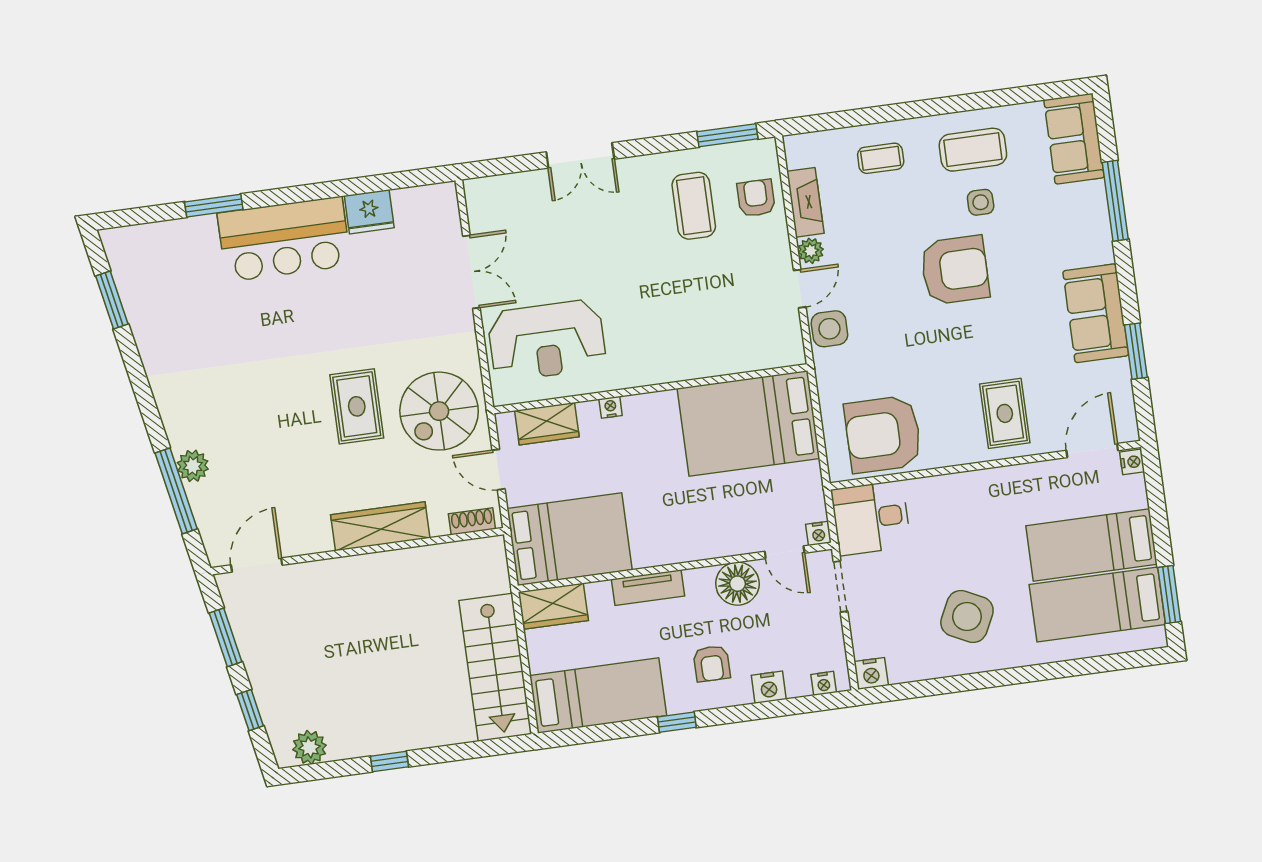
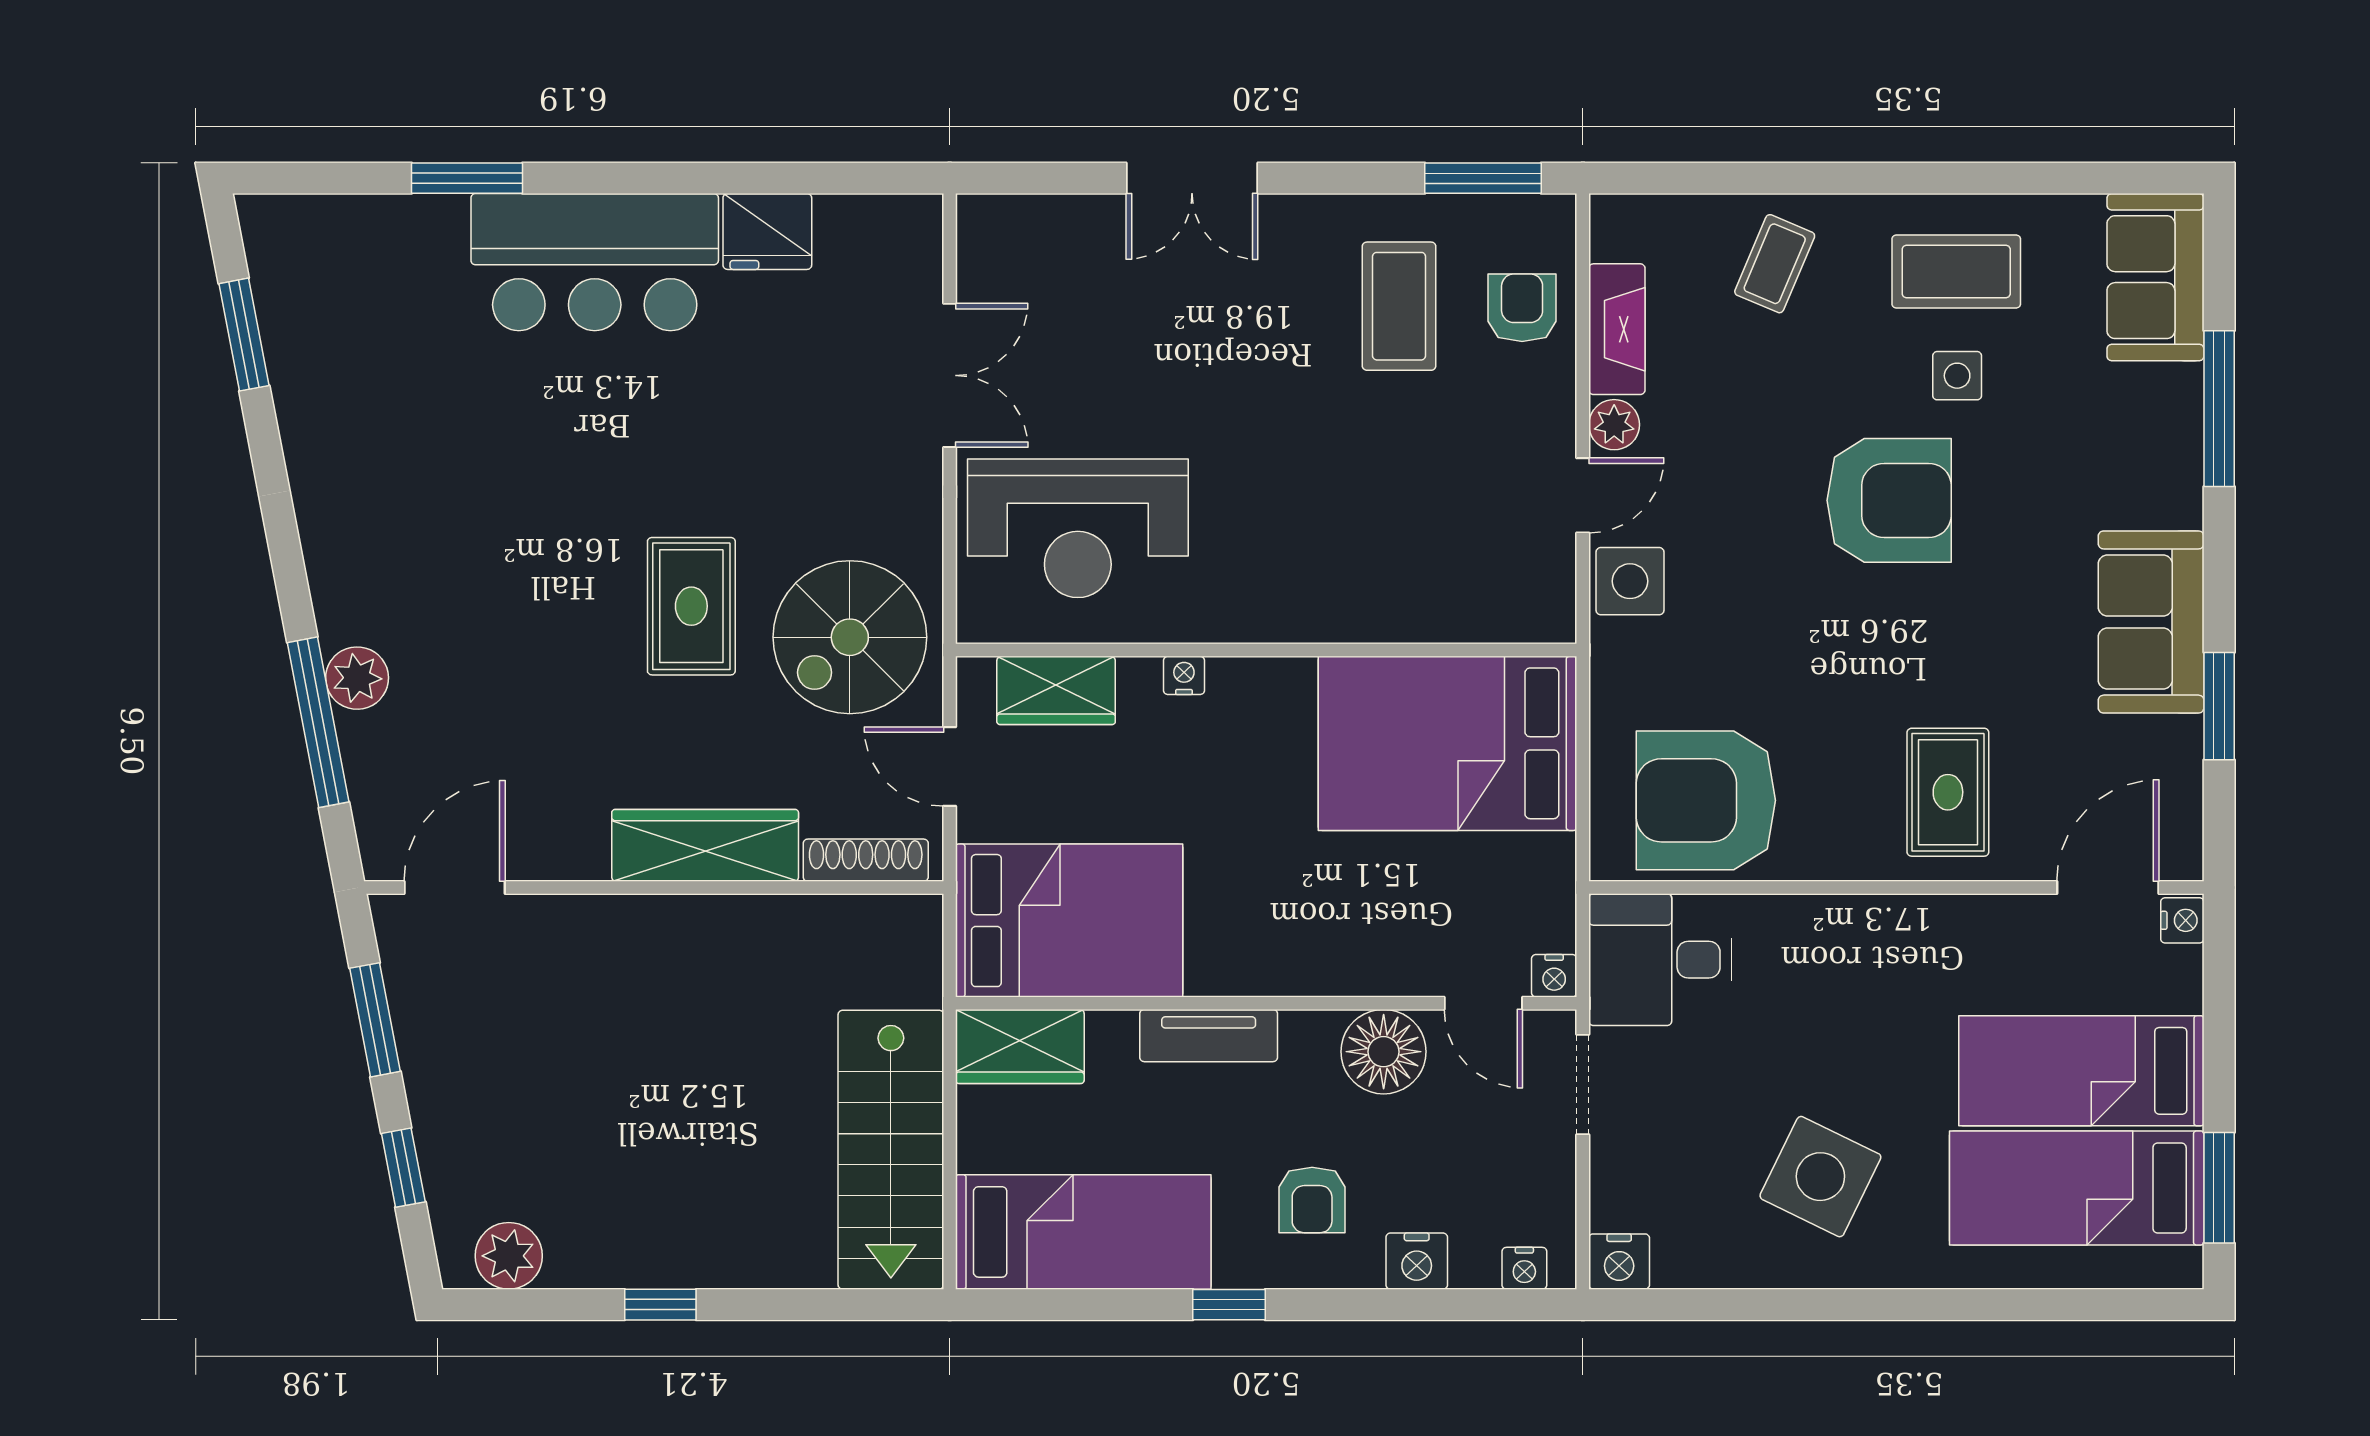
coffee table: (881, 158) -> (1775, 264), turned -67
shoe rack: (472, 521) -> (866, 860), width x1.43

